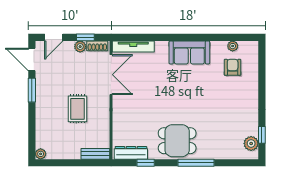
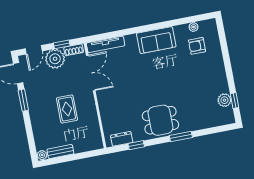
plant: (80, 47) -> (55, 59), width x1.87, depth x1.87
armchair: (233, 67) -> (197, 46), turned -90
plant: (251, 143) -> (224, 100), moved
dresser: (131, 153) -> (122, 139), width x0.70
bench: (95, 154) -> (60, 151), moved
window: (196, 163) -> (181, 136), width x0.69

